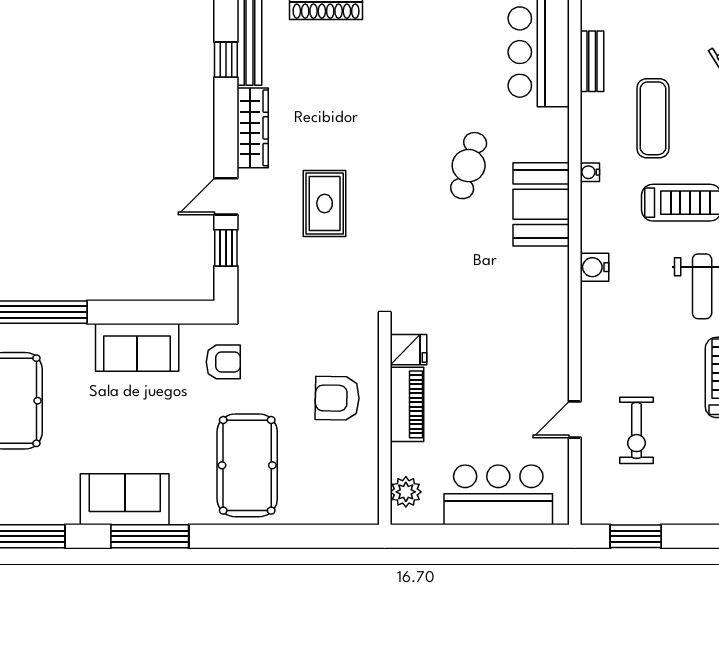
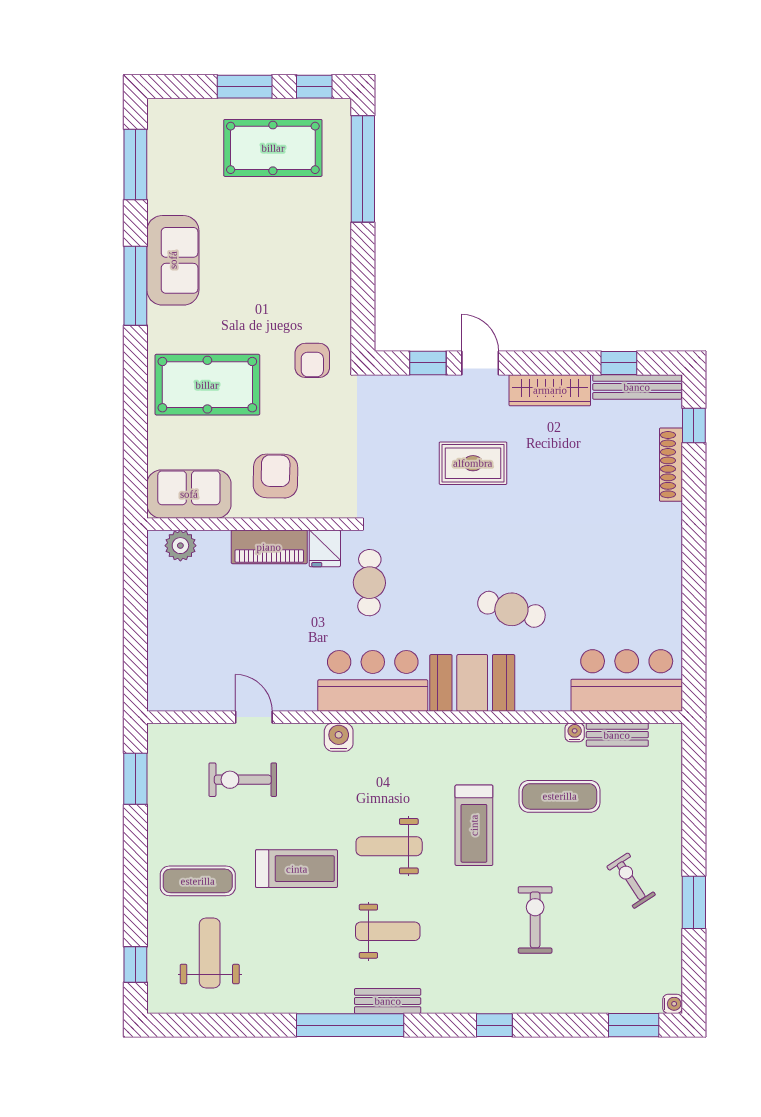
water cooler: (590, 172) -> (575, 732), moved
water cooler: (595, 267) -> (339, 737), moved
cafe table: (442, 306) -> (369, 583), added
sofa: (137, 347) -> (189, 494), moved, turned 90
bar counter: (498, 495) -> (373, 681), moved, turned -90

